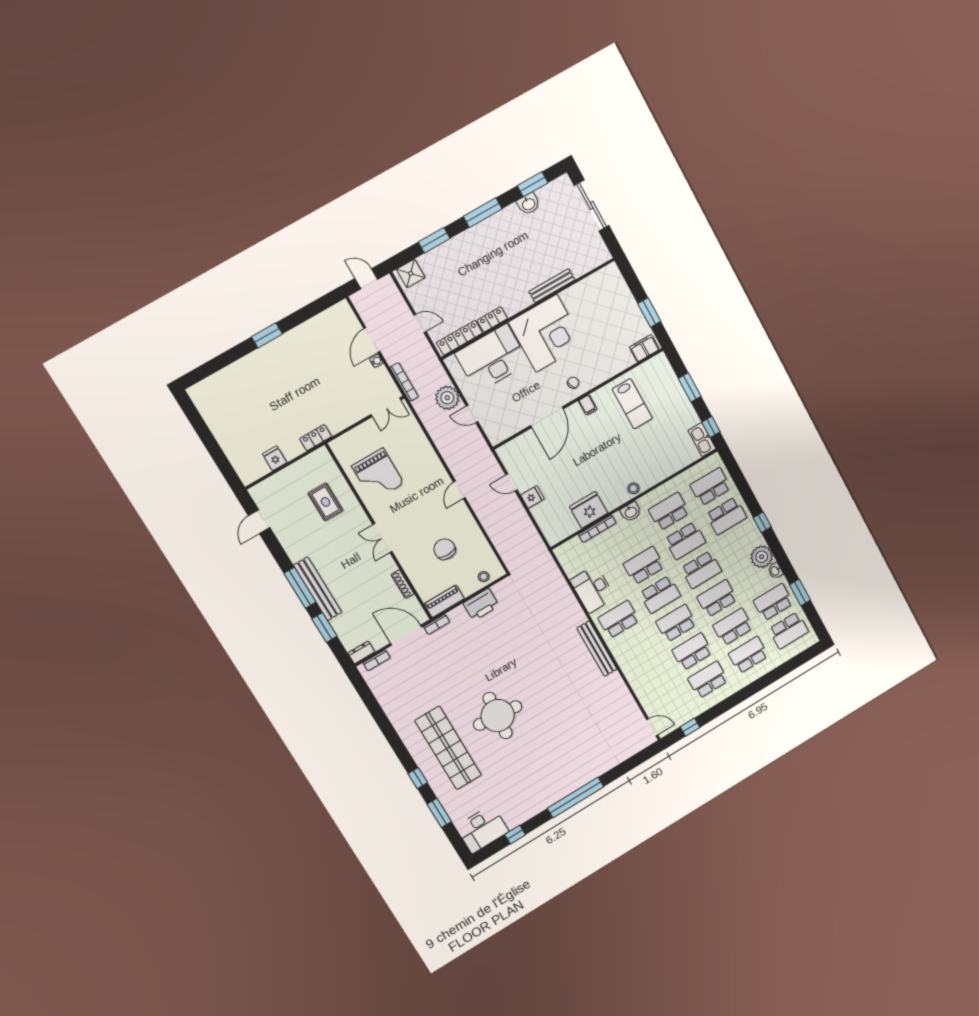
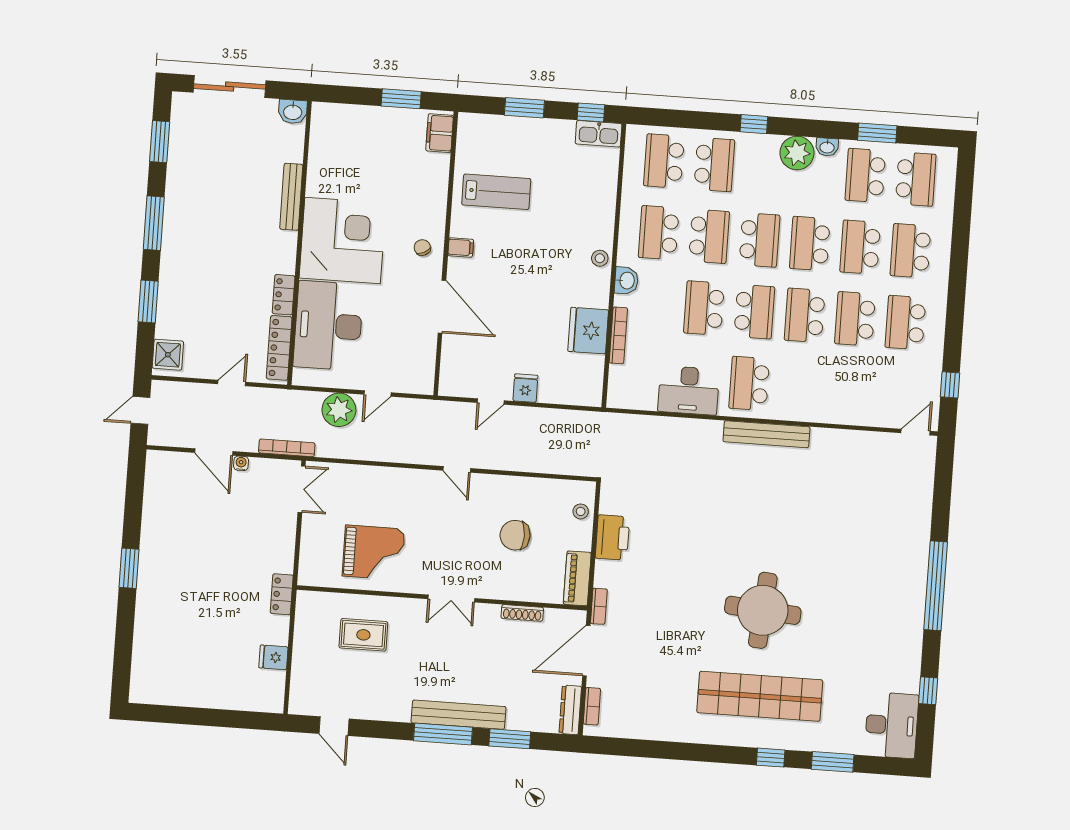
washbasin: (528, 204) -> (293, 112), moved, turned 90
dresser: (361, 652) -> (570, 710), width x1.44

